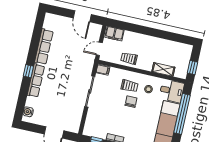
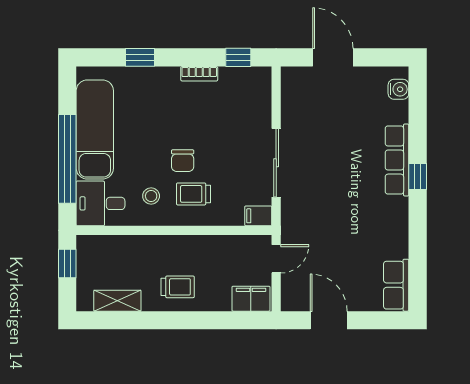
row of seats: (44, 47) -> (396, 285), moved, width x0.68
trolley: (129, 58) -> (178, 287), moved
shelving: (163, 69) -> (117, 301), moved

